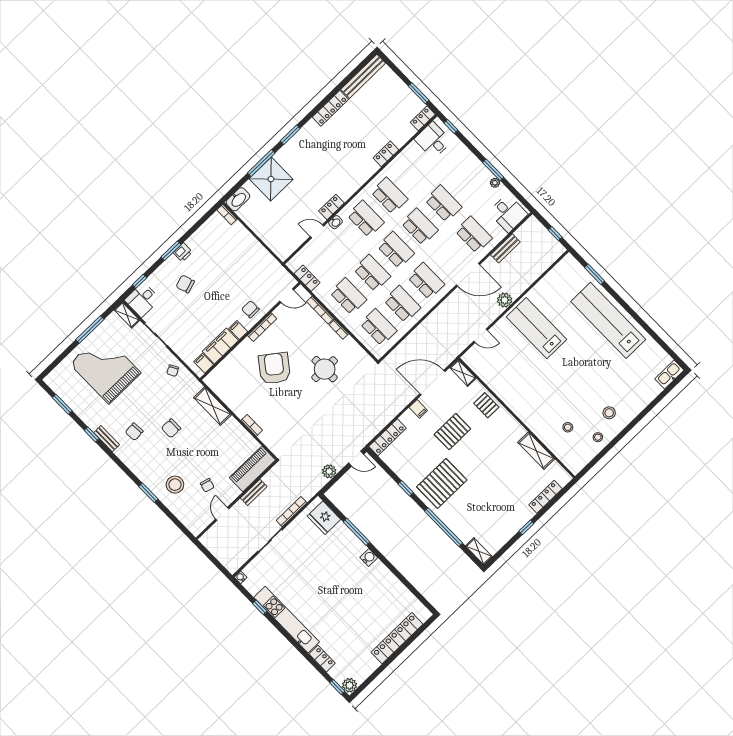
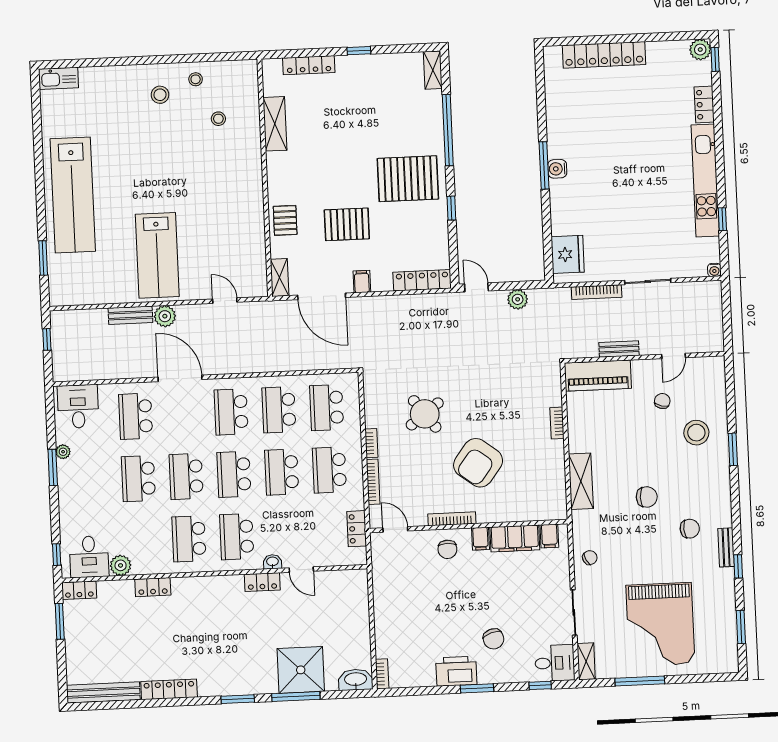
plant: (413, 150) -> (121, 565), added
bench: (505, 248) -> (130, 315), moved
printer: (183, 252) -> (456, 671), width x1.87, depth x1.48
round table: (325, 369) -> (425, 414), turned -37
window: (357, 532) -> (544, 165), moved

